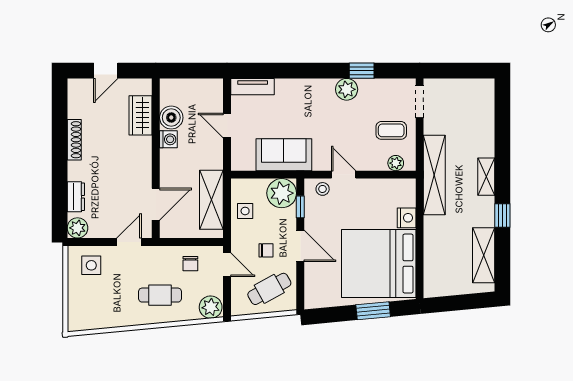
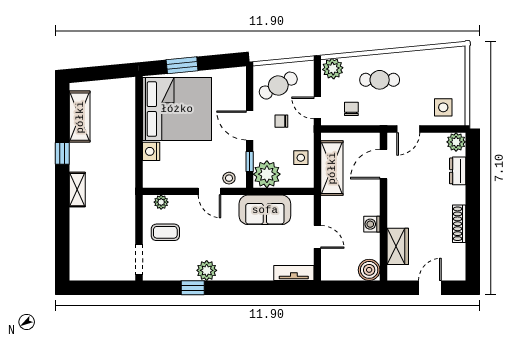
boiler: (171, 118) -> (369, 270), moved
shelving: (434, 175) -> (125, 191), removed

